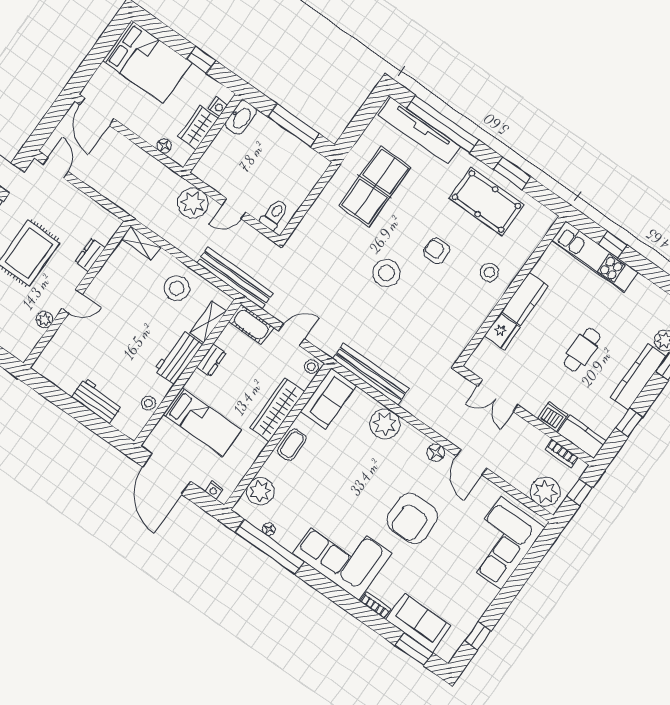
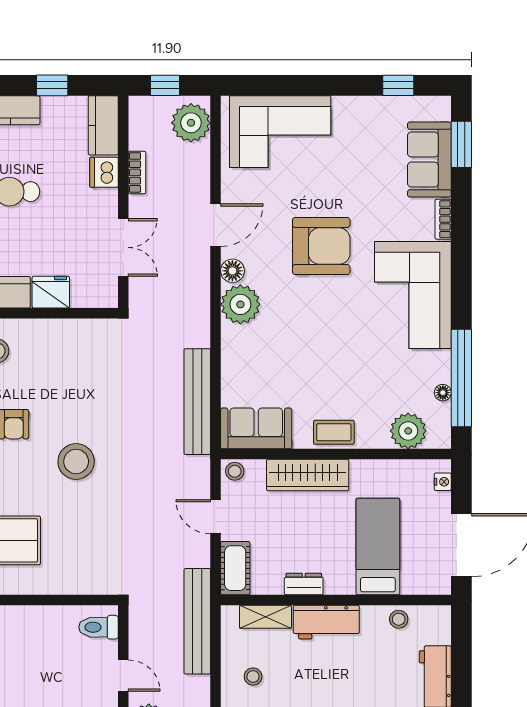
stool: (177, 288) -> (253, 677), width x0.53, depth x0.53
plant: (385, 424) -> (240, 304), moved
bookcase: (562, 453) -> (137, 172), moved

